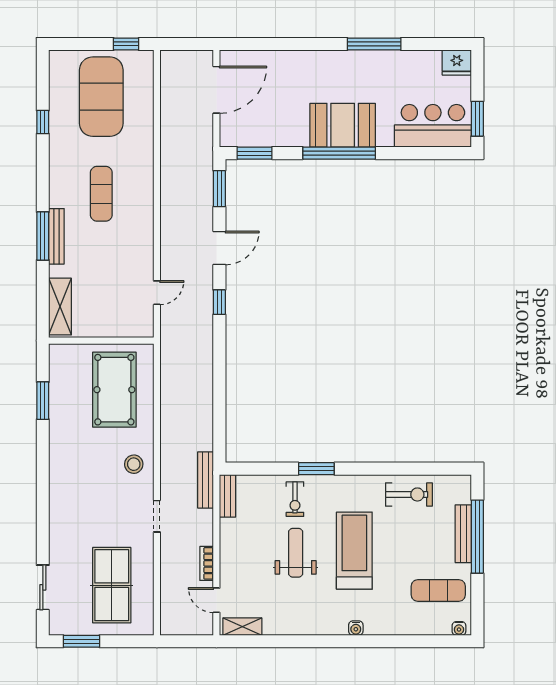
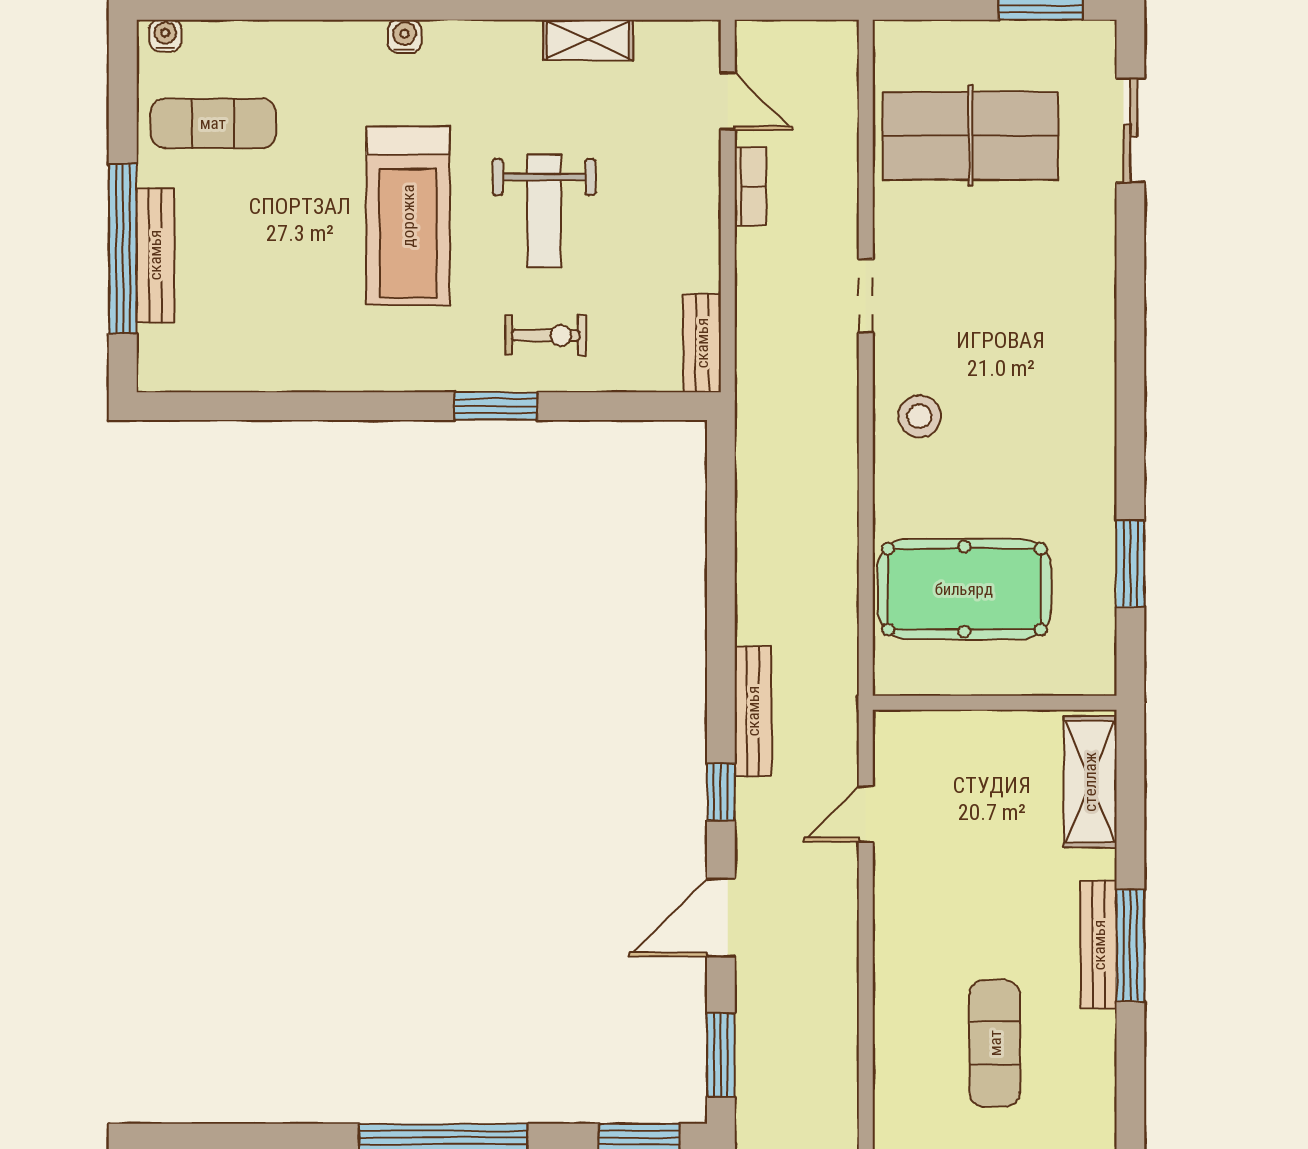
pool table: (114, 390) -> (964, 589), turned 90
bench: (206, 480) -> (753, 711), moved
exercise bike: (409, 494) -> (281, 346), removed
exercise bike: (295, 499) -> (546, 335), turned 90
table tennis table: (112, 585) -> (970, 136), turned 90
shelving: (242, 627) -> (588, 40), moved

